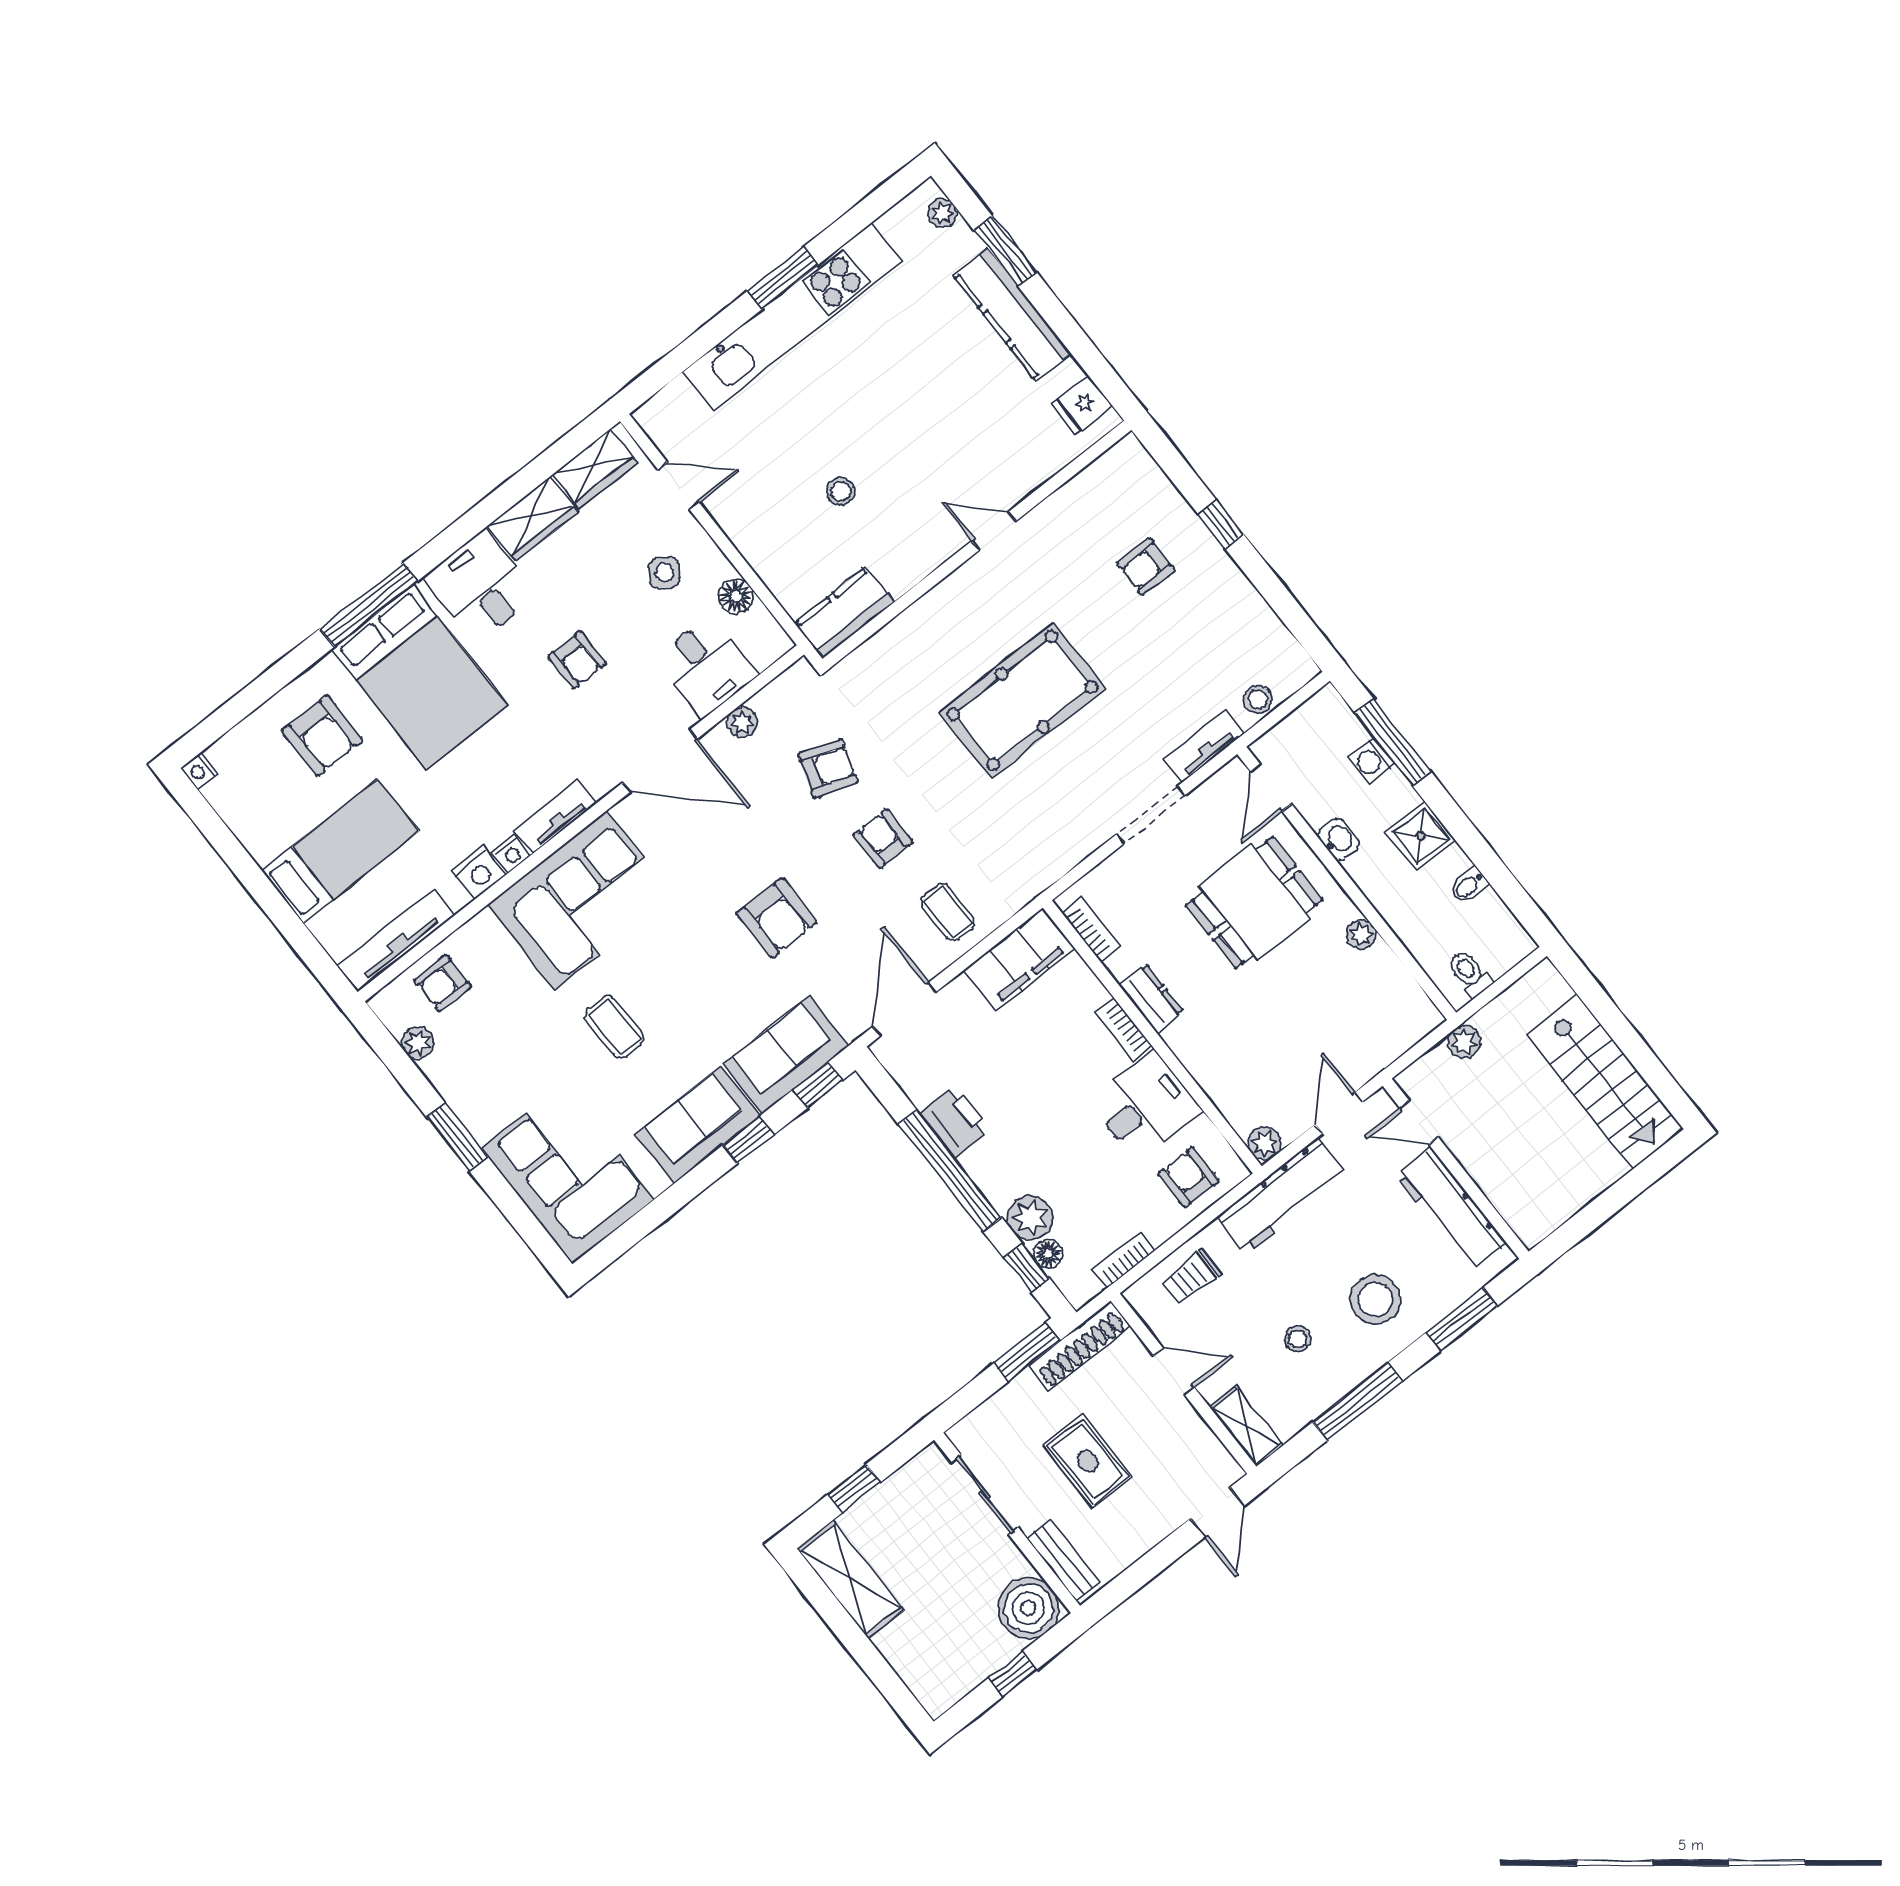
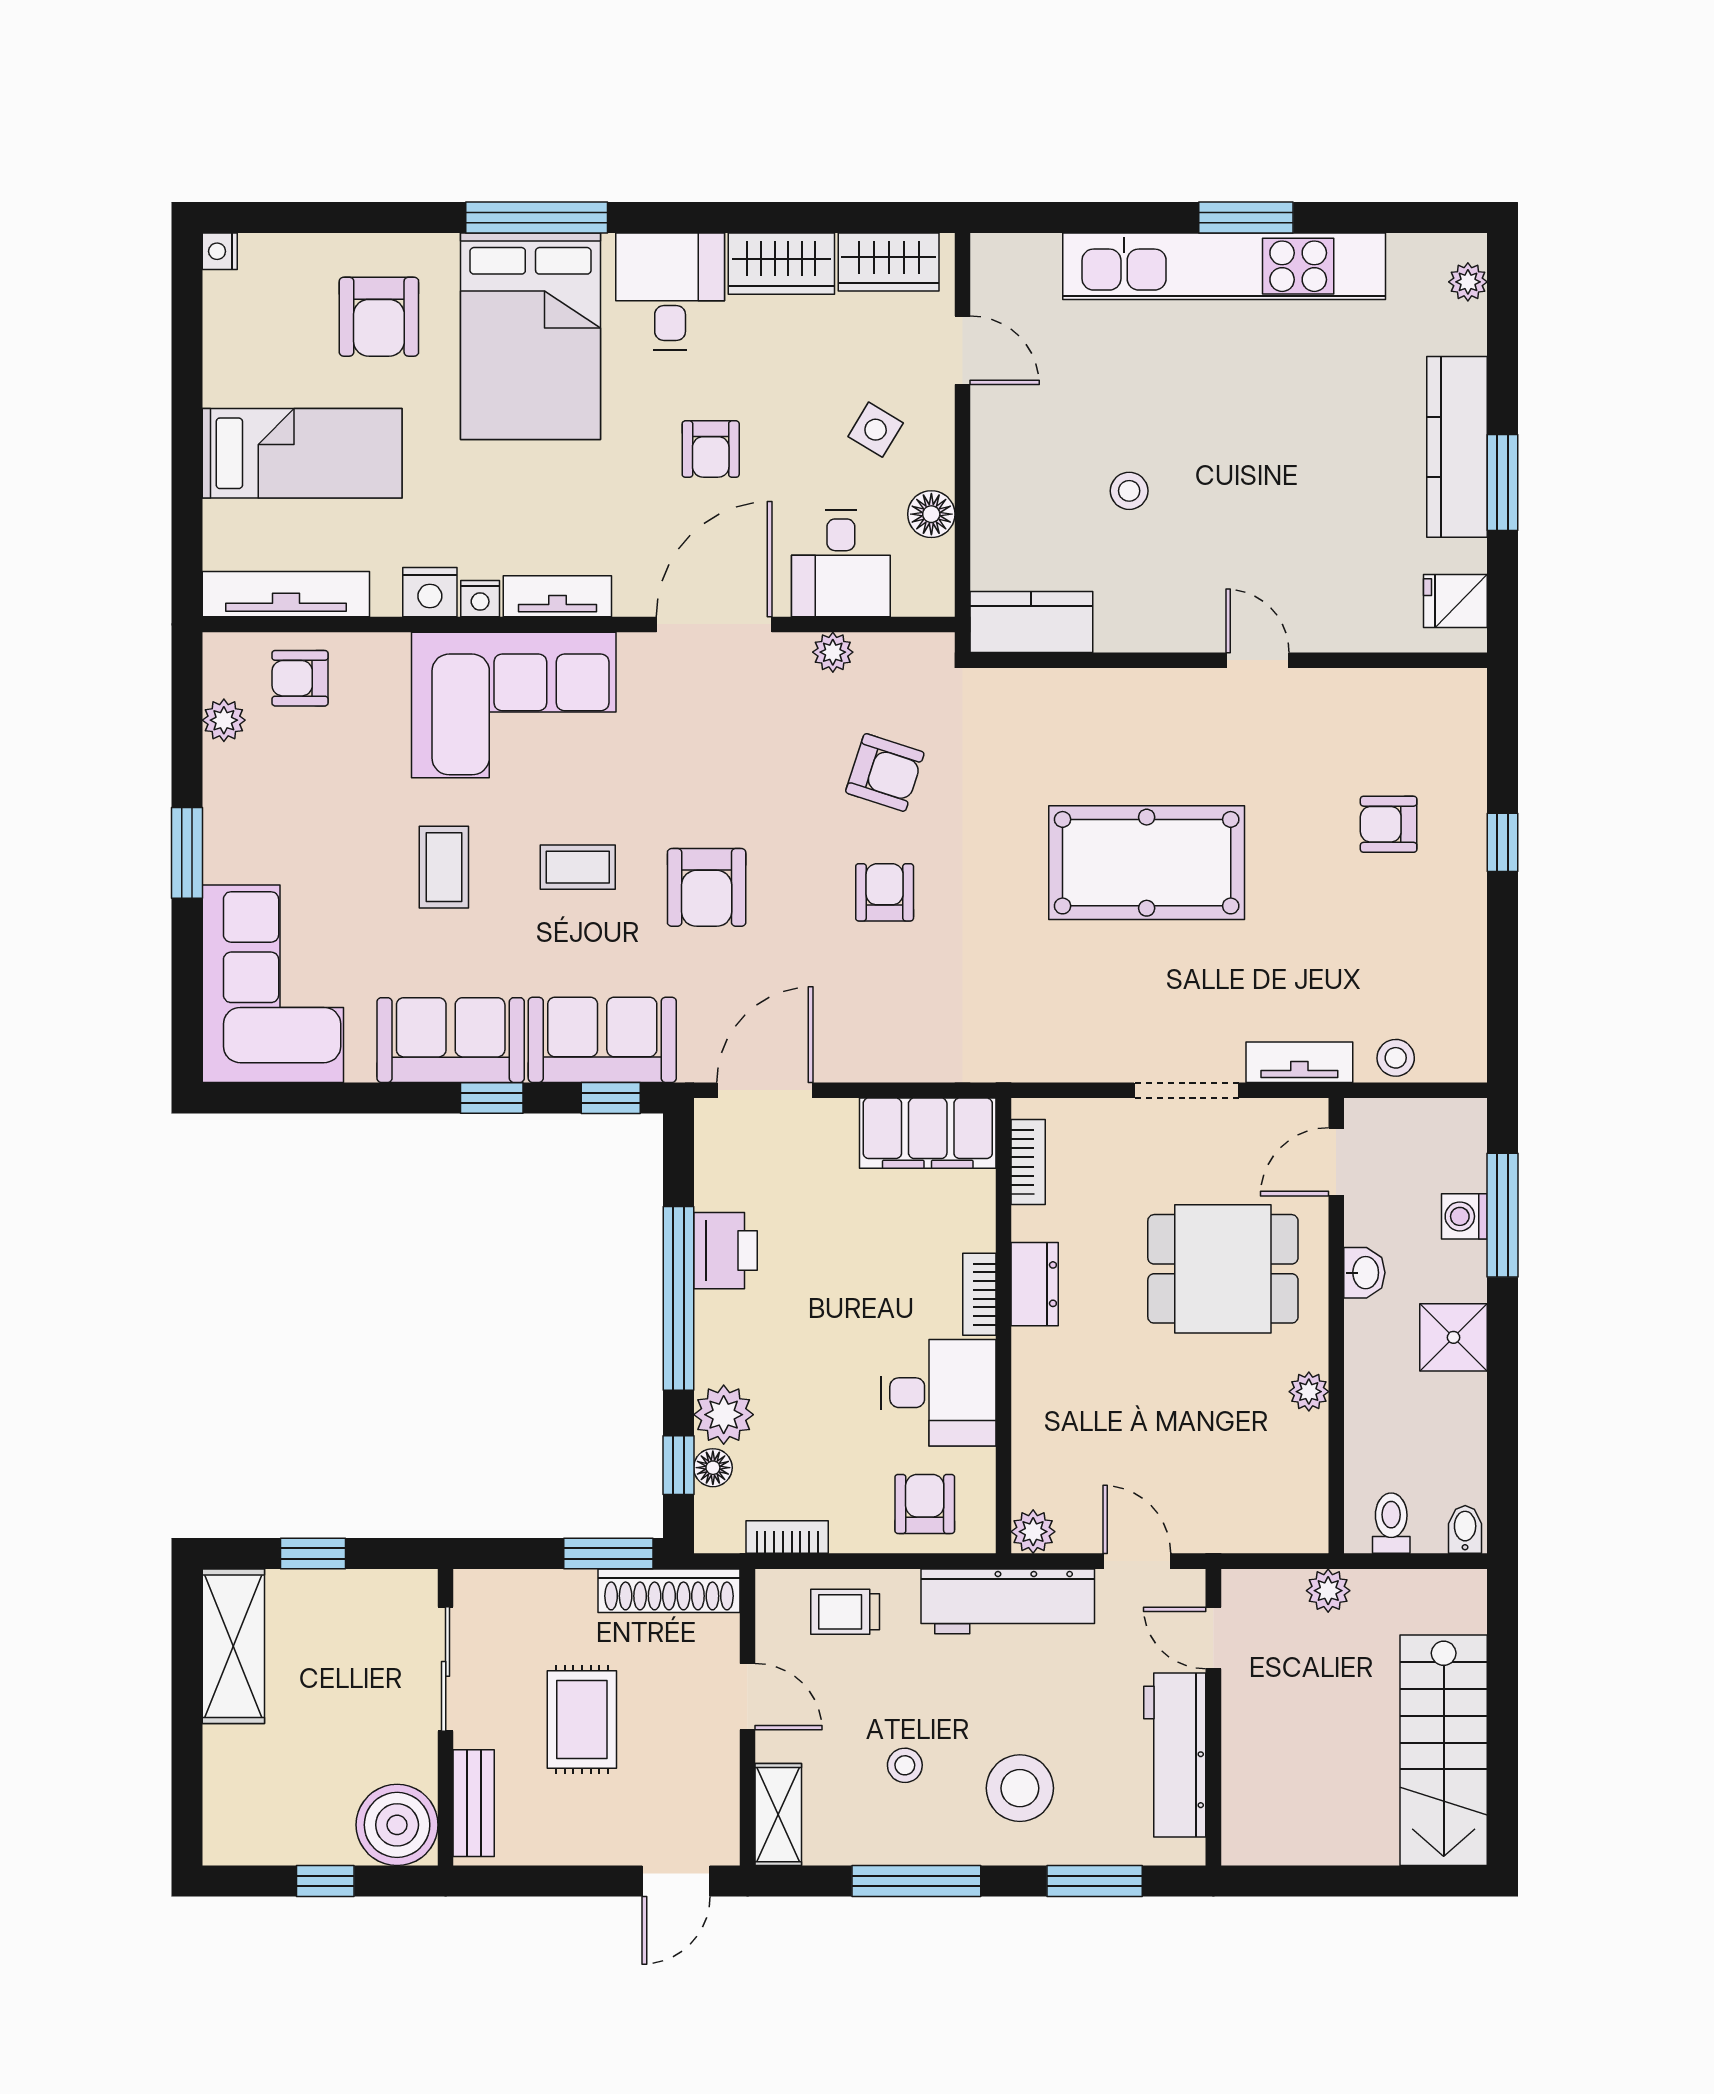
window: (1005, 251) -> (1503, 482), moved
door: (660, 761) -> (714, 624), swing flipped
bidet: (1469, 885) -> (1465, 1529), moved, turned 90
coffee table: (948, 912) -> (578, 867), moved, turned 90
door: (1339, 1113) -> (1137, 1561), hinge flipped

